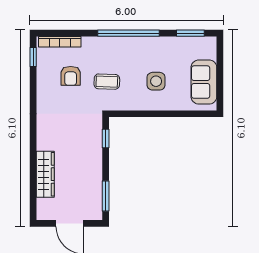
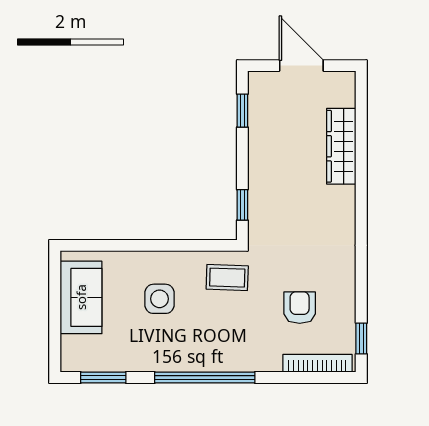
coffee table: (107, 82) -> (227, 278), moved
window: (106, 196) -> (242, 111), width x0.67

